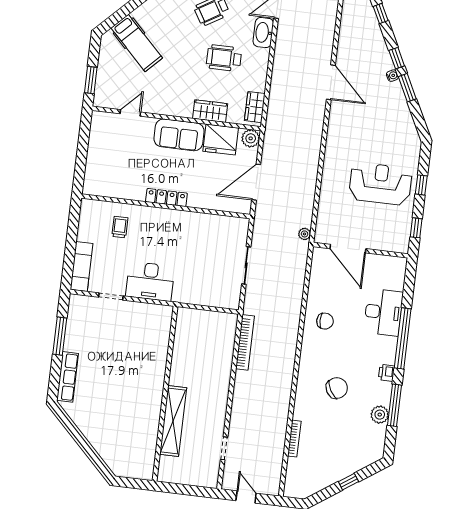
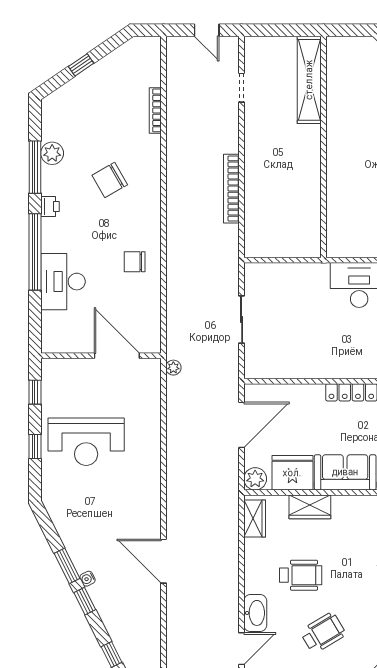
bookcase: (245, 342) -> (231, 189), moved
shelving: (173, 421) -> (309, 80), moved

